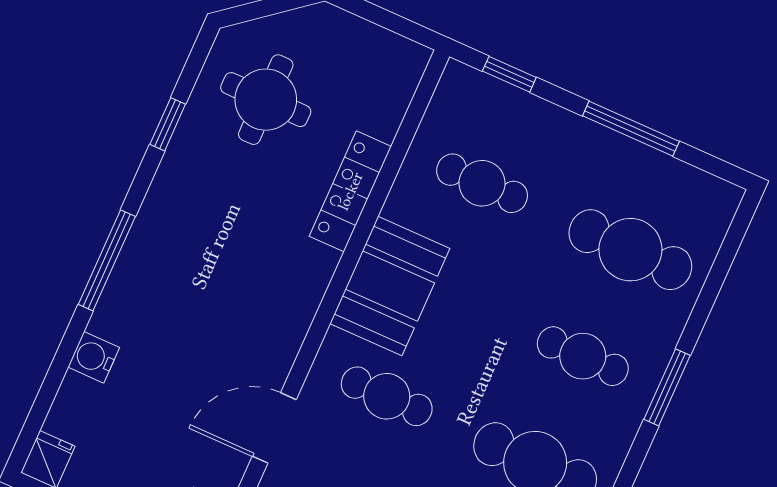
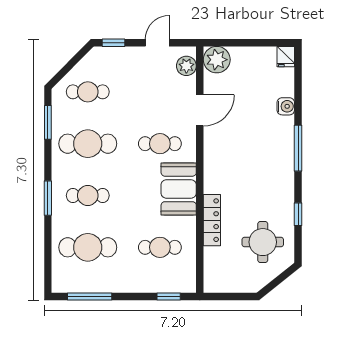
window: (631, 129) -> (90, 296), moved

